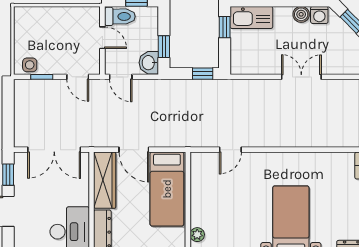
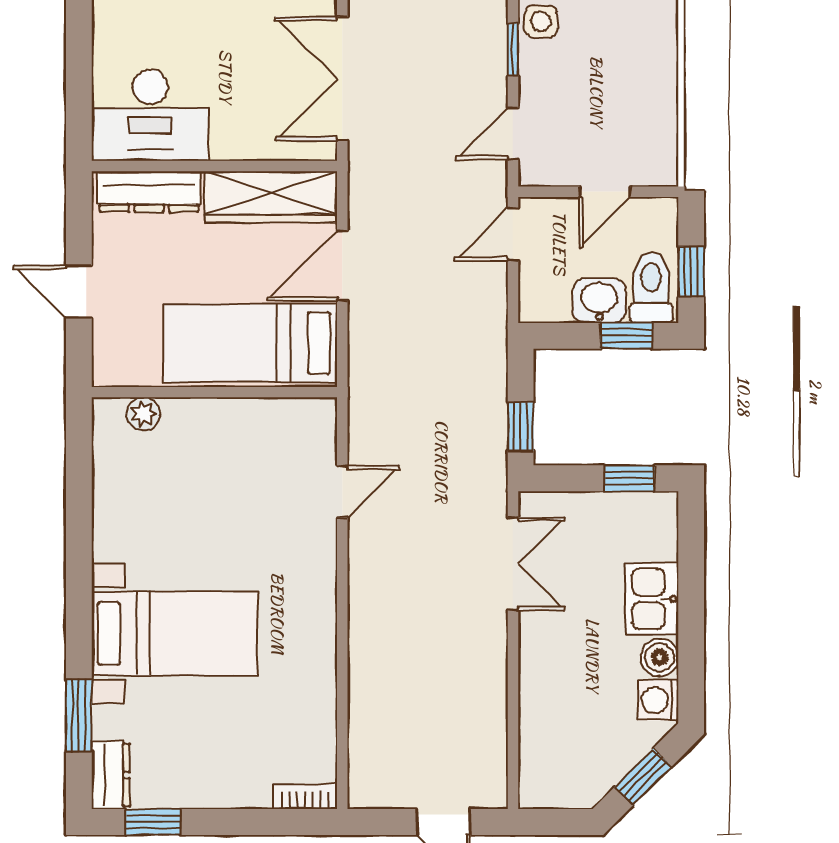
toilet: (120, 16) -> (651, 287), moved, turned 180
kitchen sink: (251, 17) -> (652, 599), moved, width x0.73
window: (164, 47) -> (626, 336), moved
washbasin: (149, 63) -> (599, 301), moved
double door: (301, 77) -> (513, 564), moved
door: (230, 150) -> (342, 492), swing flipped

